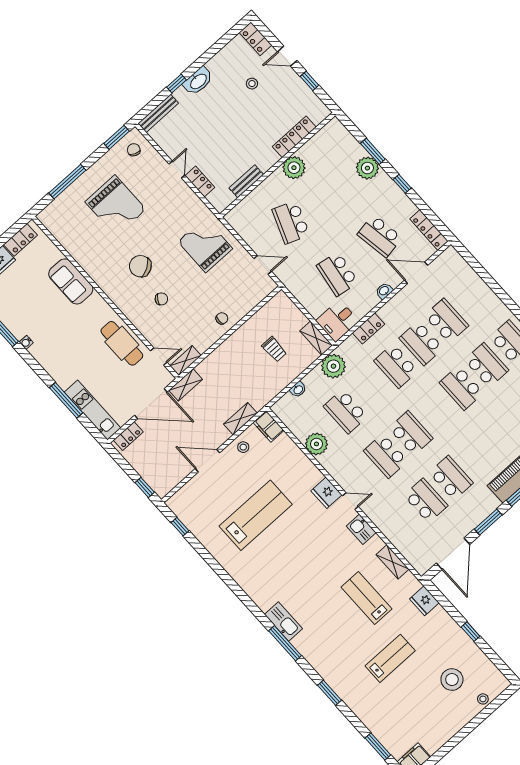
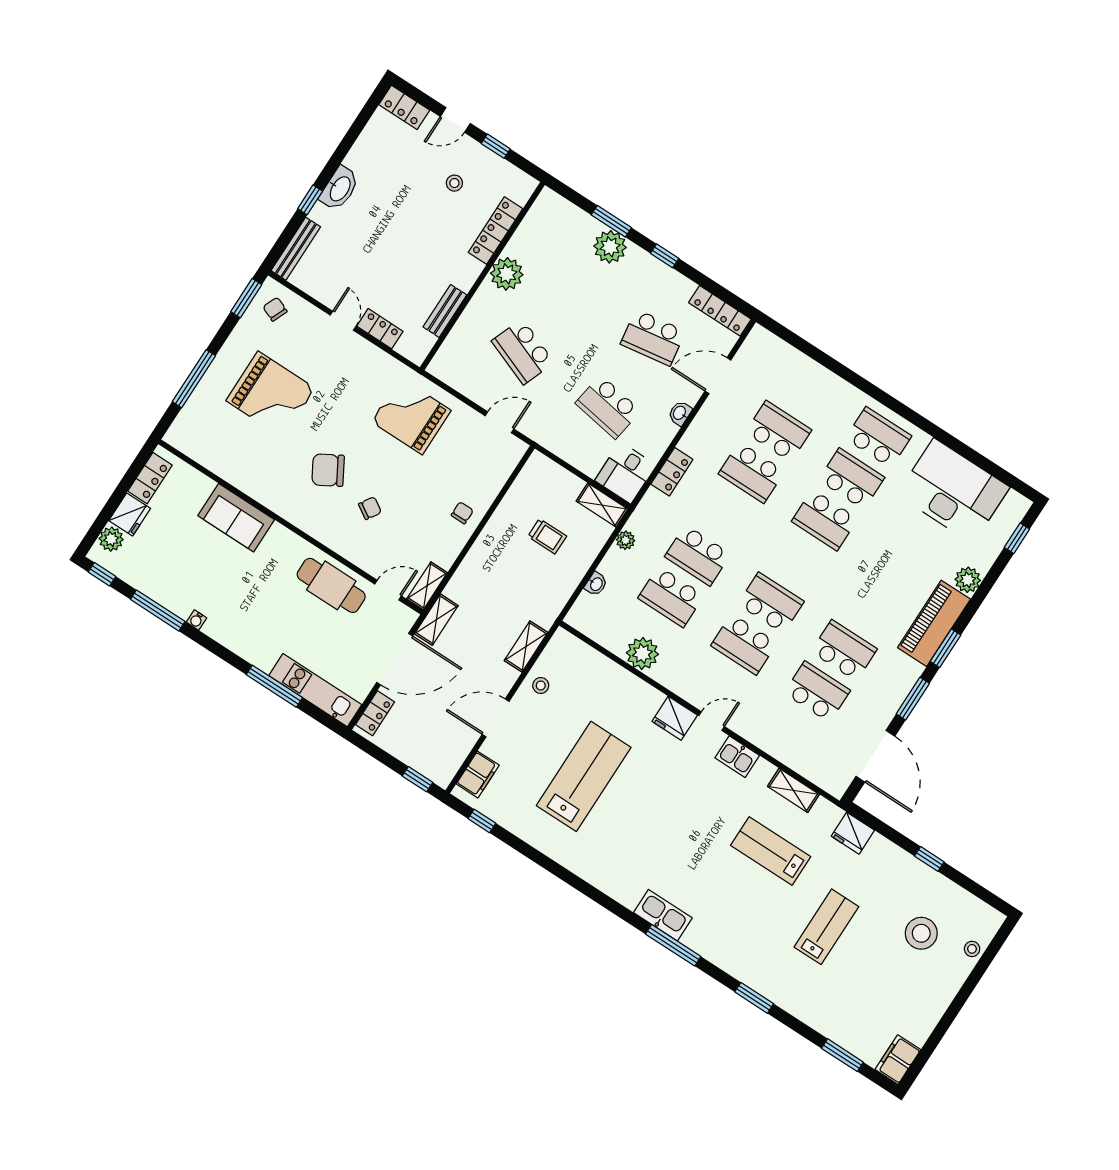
stool: (252, 84) -> (454, 183), moved
plant: (333, 366) -> (625, 540), width x0.53, depth x0.53
school desk: (396, 366) -> (698, 555), moved
filing cabinet: (268, 426) -> (478, 775), moved, turned -90

